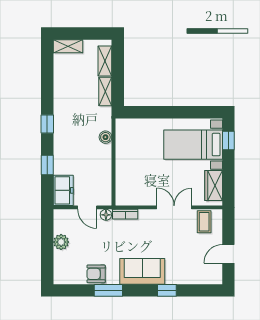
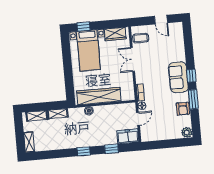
wardrobe: (126, 153) -> (99, 96), added
plant: (61, 242) -> (187, 132), moved
window: (167, 290) -> (191, 76), moved

